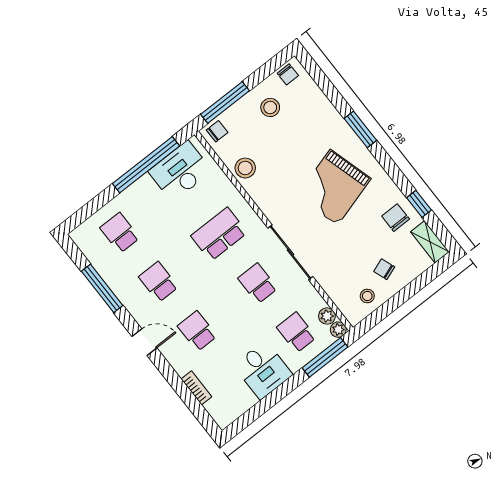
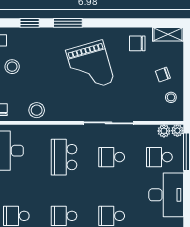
window: (419, 204) -> (30, 23), moved
desk: (263, 370) -> (166, 195), width x1.37

